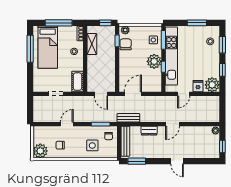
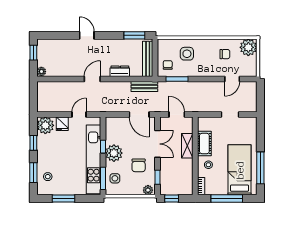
shelving: (92, 44) -> (187, 146), moved
chair: (126, 44) -> (139, 165), moved
double door: (117, 69) -> (157, 144), added
cot: (77, 82) -> (204, 143), moved
door: (133, 94) -> (139, 115), hinge flipped
door: (67, 124) -> (232, 79), moved

